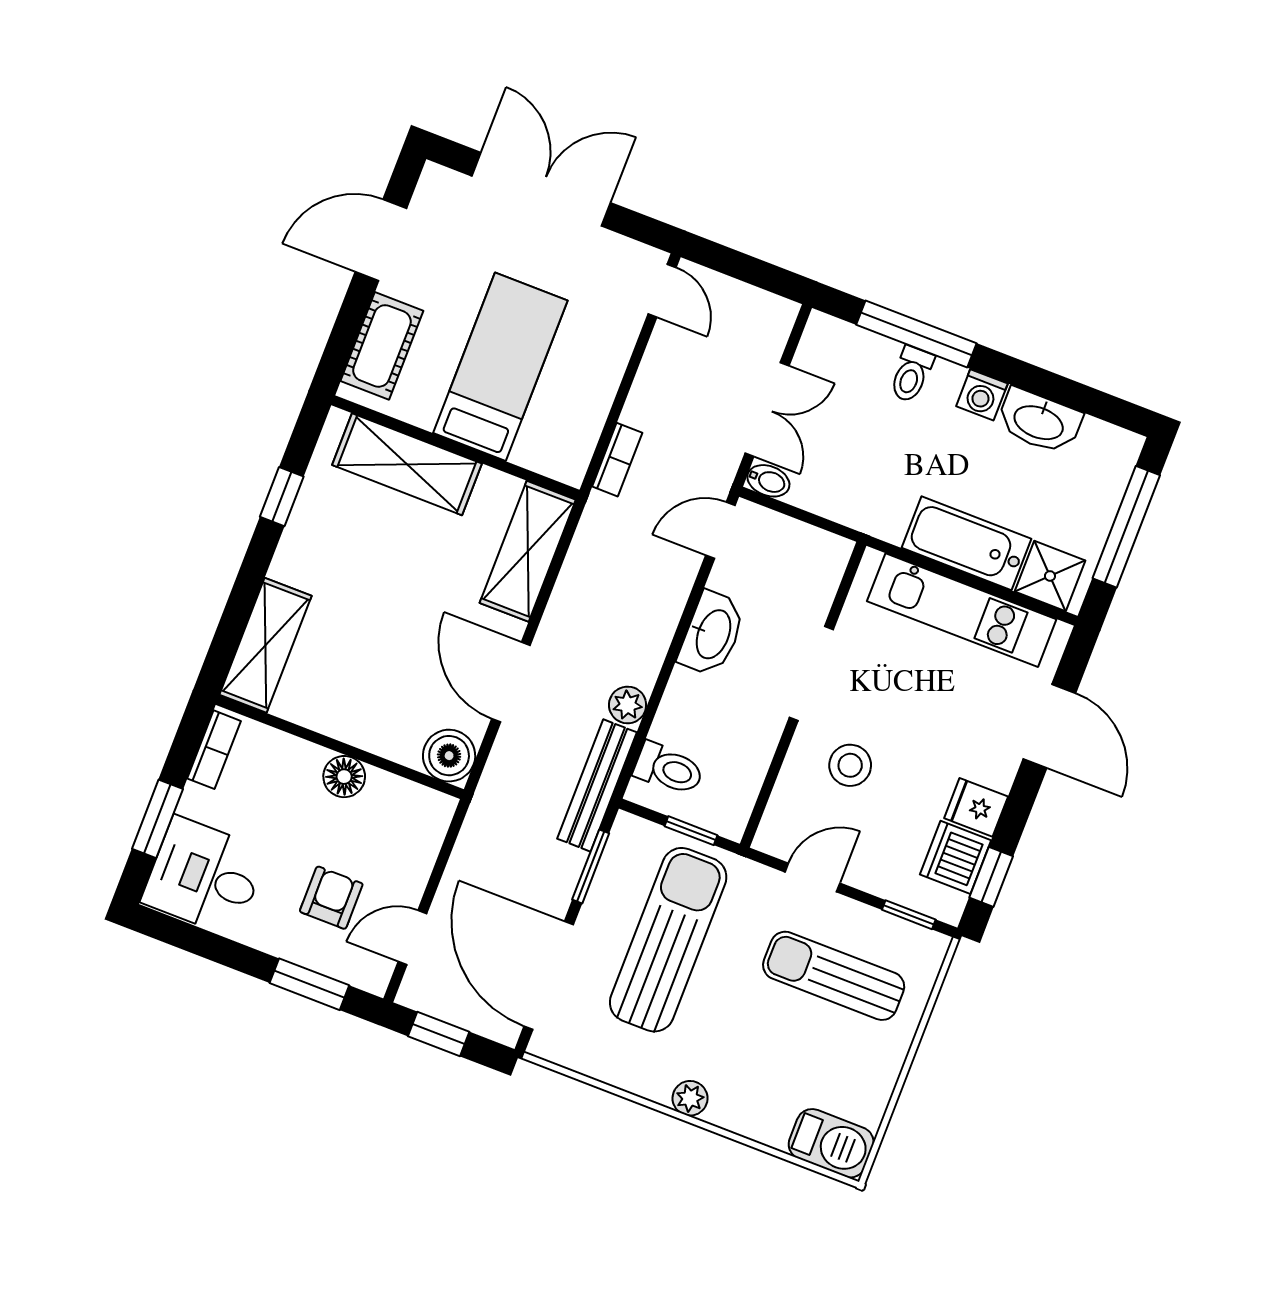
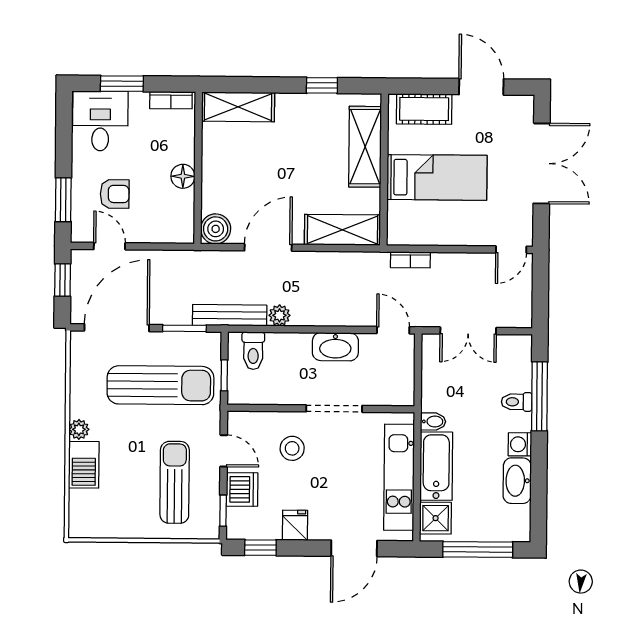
bidet: (768, 481) -> (433, 421), moved, turned -90
dishwasher: (955, 857) -> (242, 489), moved, turned 90
barbecue: (831, 1143) -> (84, 465), moved

